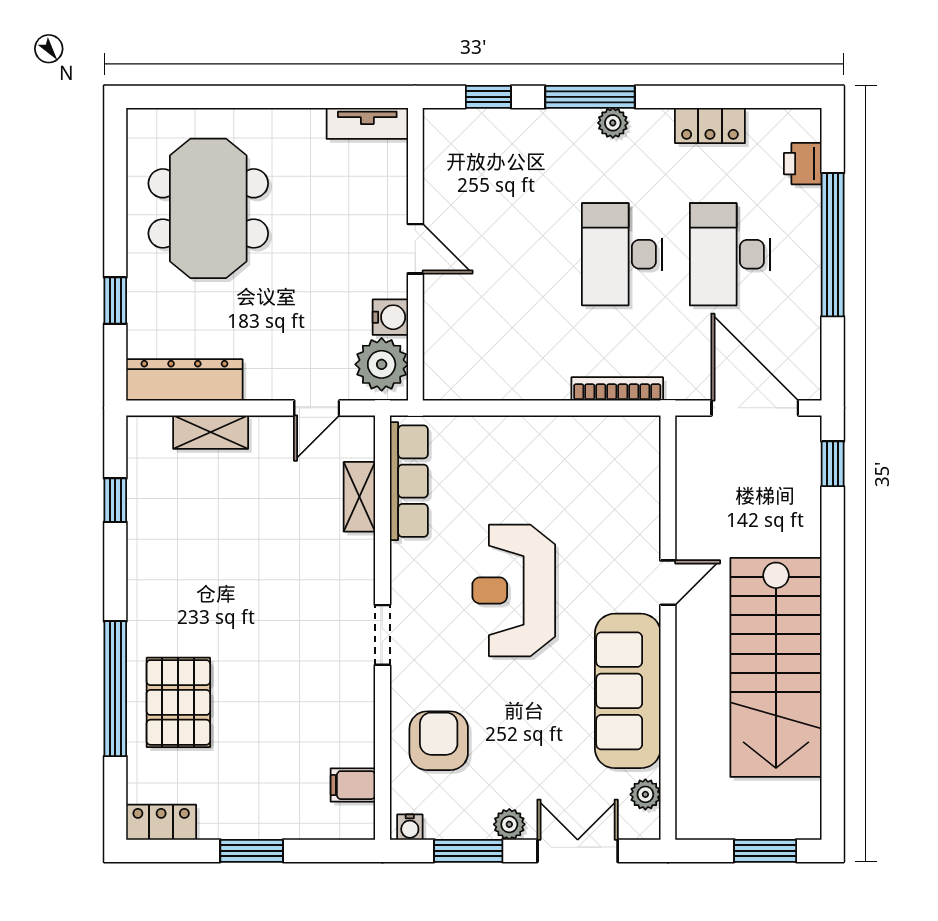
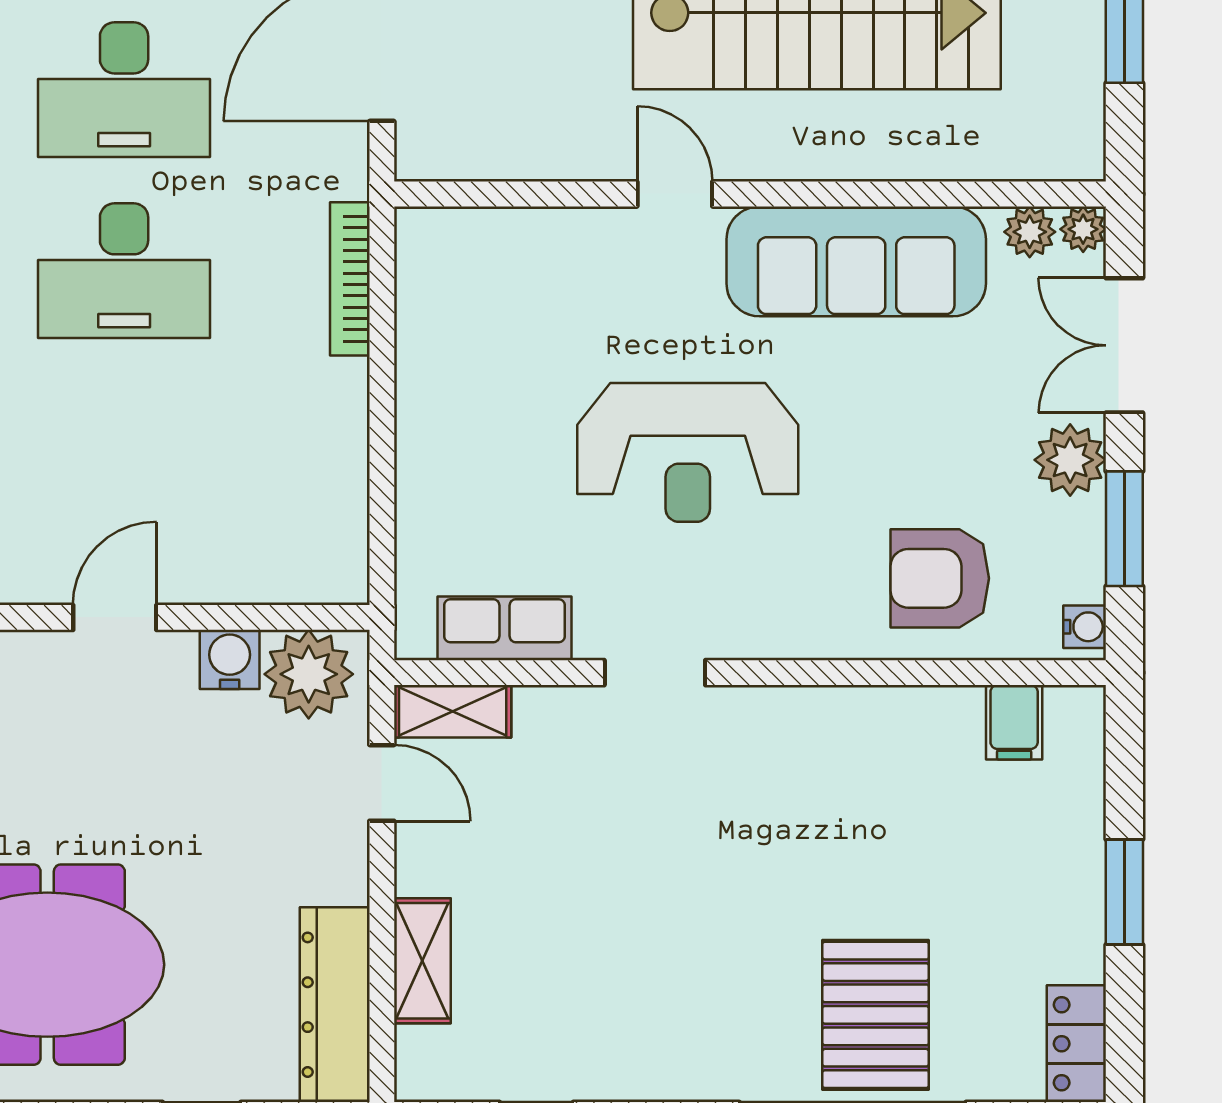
row of seats: (409, 481) -> (504, 628), width x0.68
shelving: (359, 497) -> (453, 711), moved
doorway: (382, 635) -> (655, 673), moved
pallet: (178, 702) -> (876, 1015), turned 90
plant: (509, 824) -> (1070, 460), width x1.38, depth x1.38
plant: (647, 826) -> (1083, 229), added

